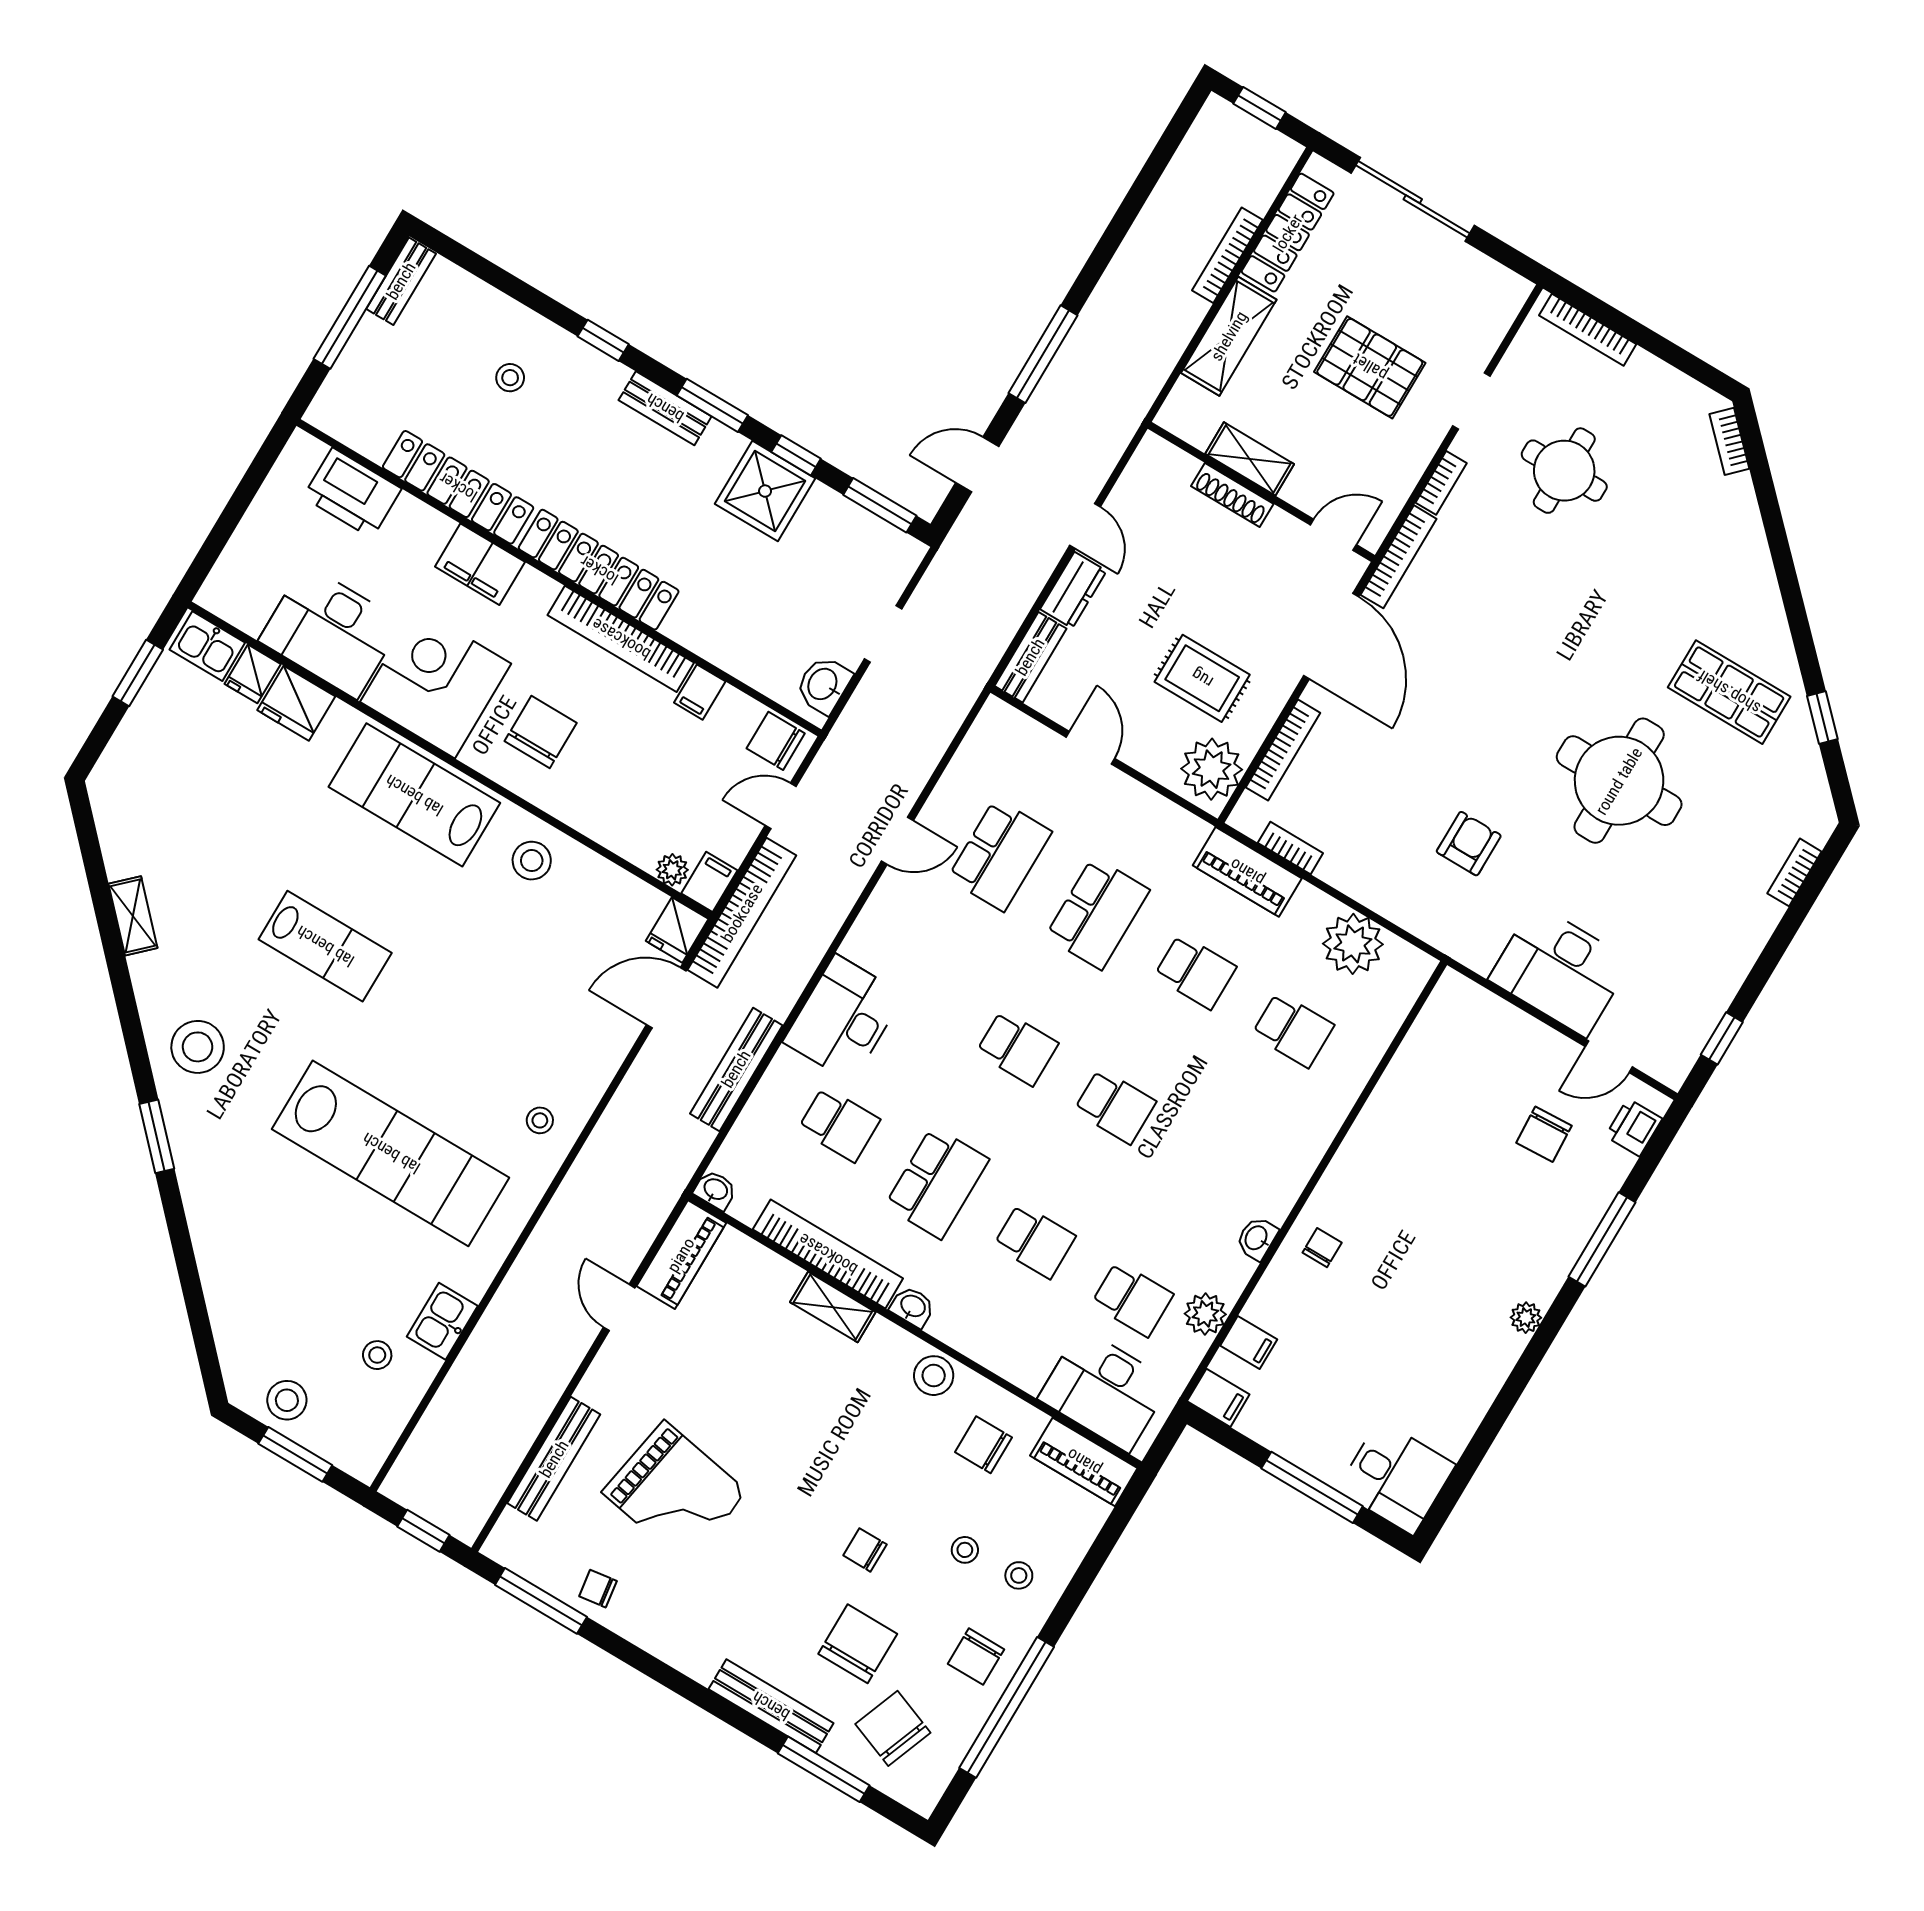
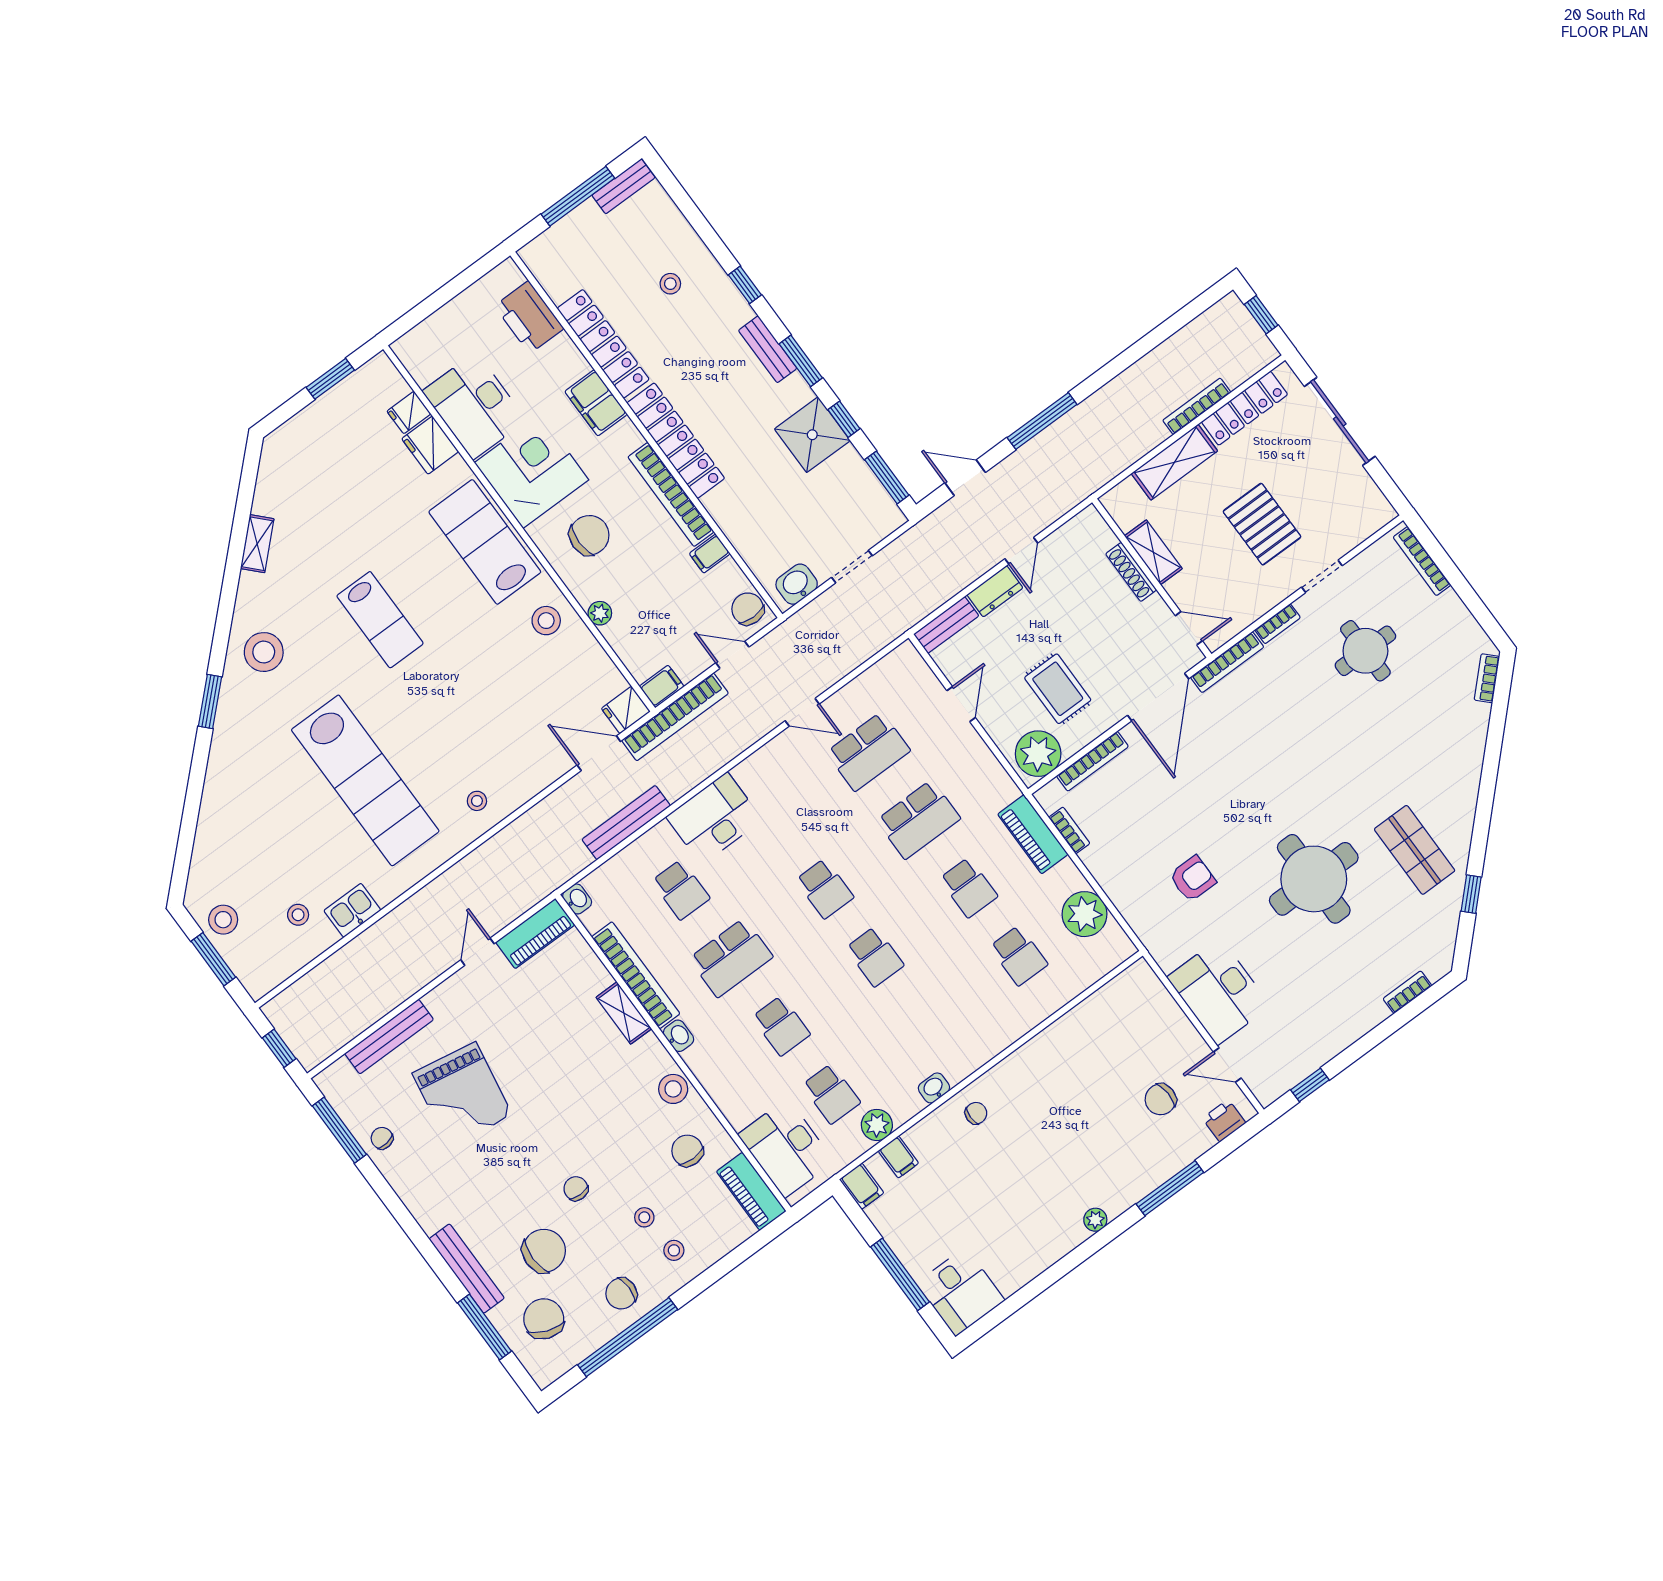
kitchen sink: (207, 646) -> (386, 380), removed
plant: (672, 870) -> (600, 613), moved

